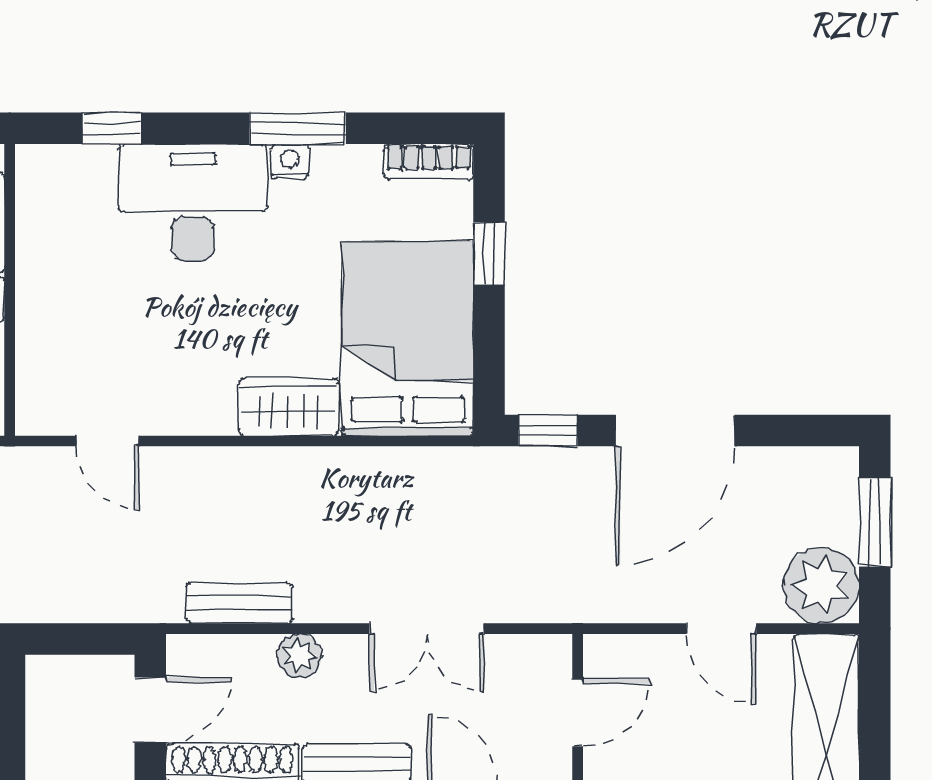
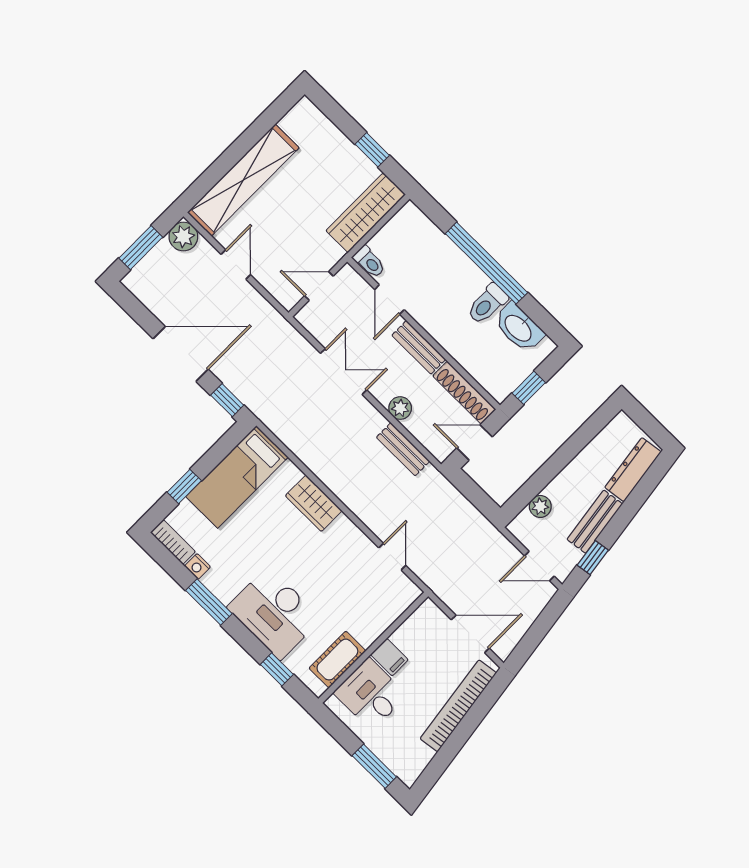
nightstand: (290, 162) -> (198, 566), moved
cot: (43, 225) -> (337, 660), added
bed: (408, 339) -> (237, 477), width x0.67
plant: (821, 586) -> (183, 237), width x0.73, depth x0.73

